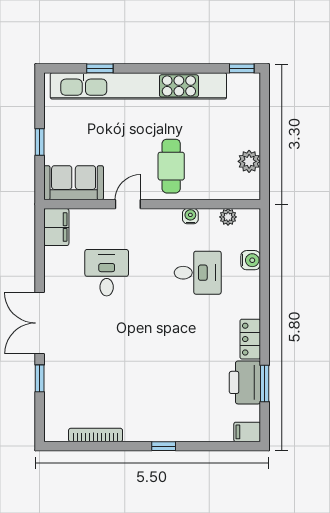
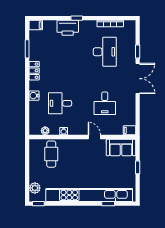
plant: (249, 161) -> (35, 188), moved
cafe table: (171, 166) -> (51, 154), moved
door: (128, 204) -> (94, 137), swing flipped
filing cabinet: (56, 227) -> (129, 130), width x0.50
water cooler: (251, 260) -> (34, 96), moved
desk: (107, 378) -> (105, 52), added
printer: (245, 382) -> (68, 28), moved, turned 90

